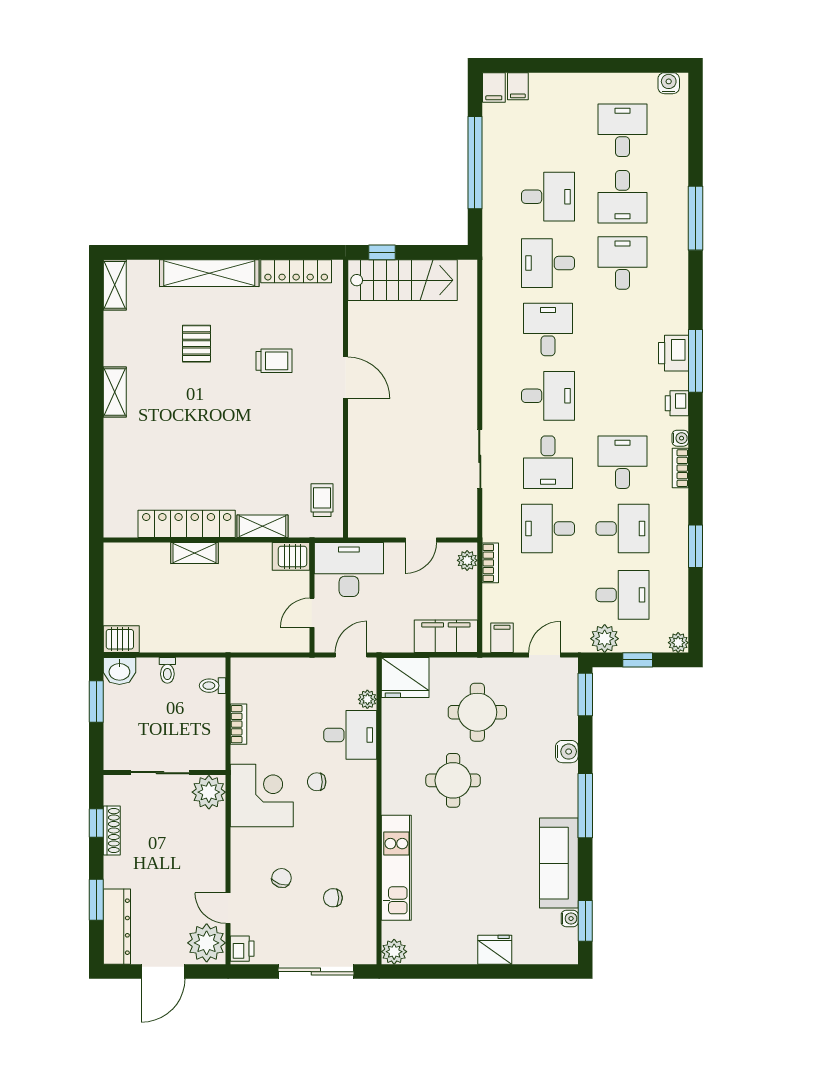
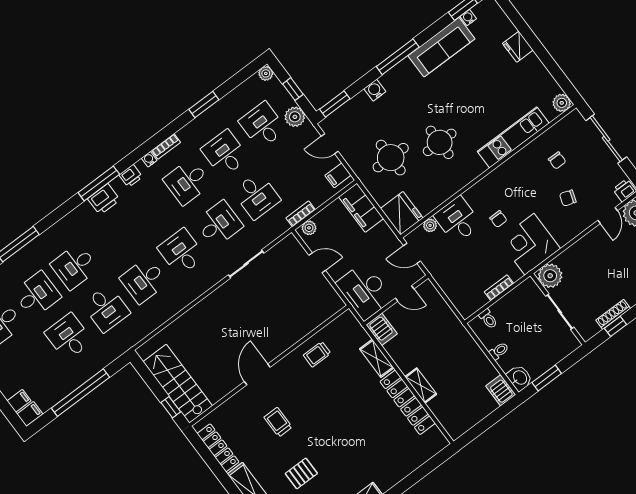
trolley: (322, 500) -> (317, 354), moved

